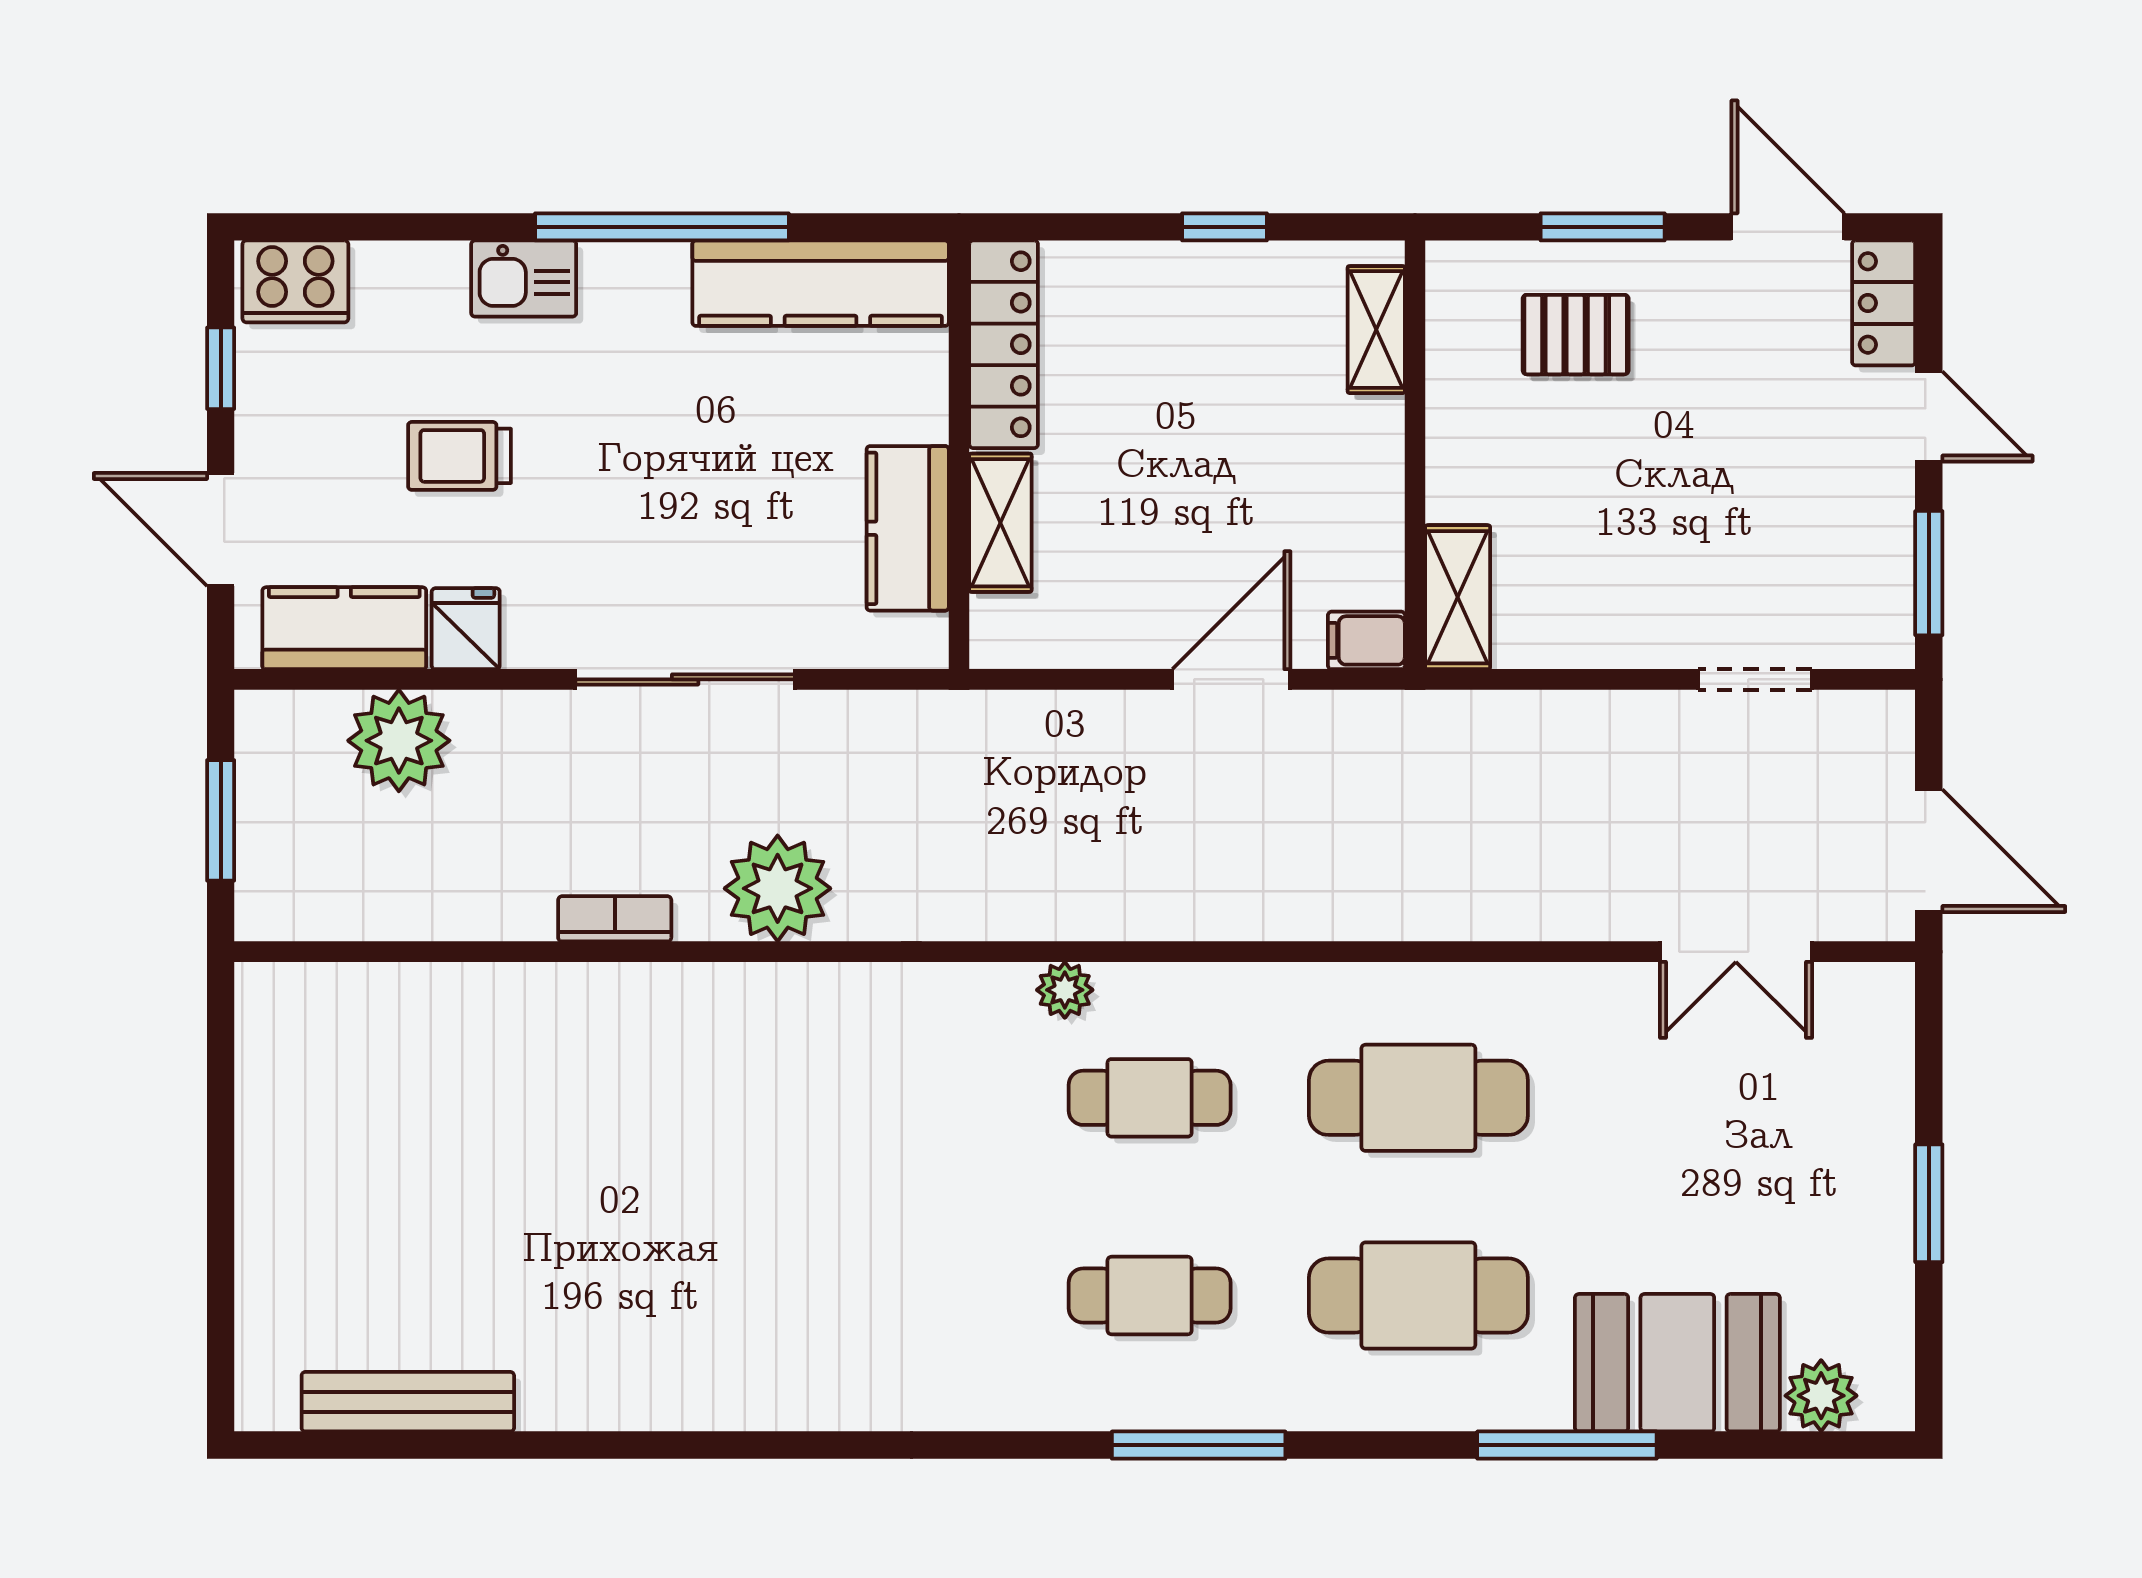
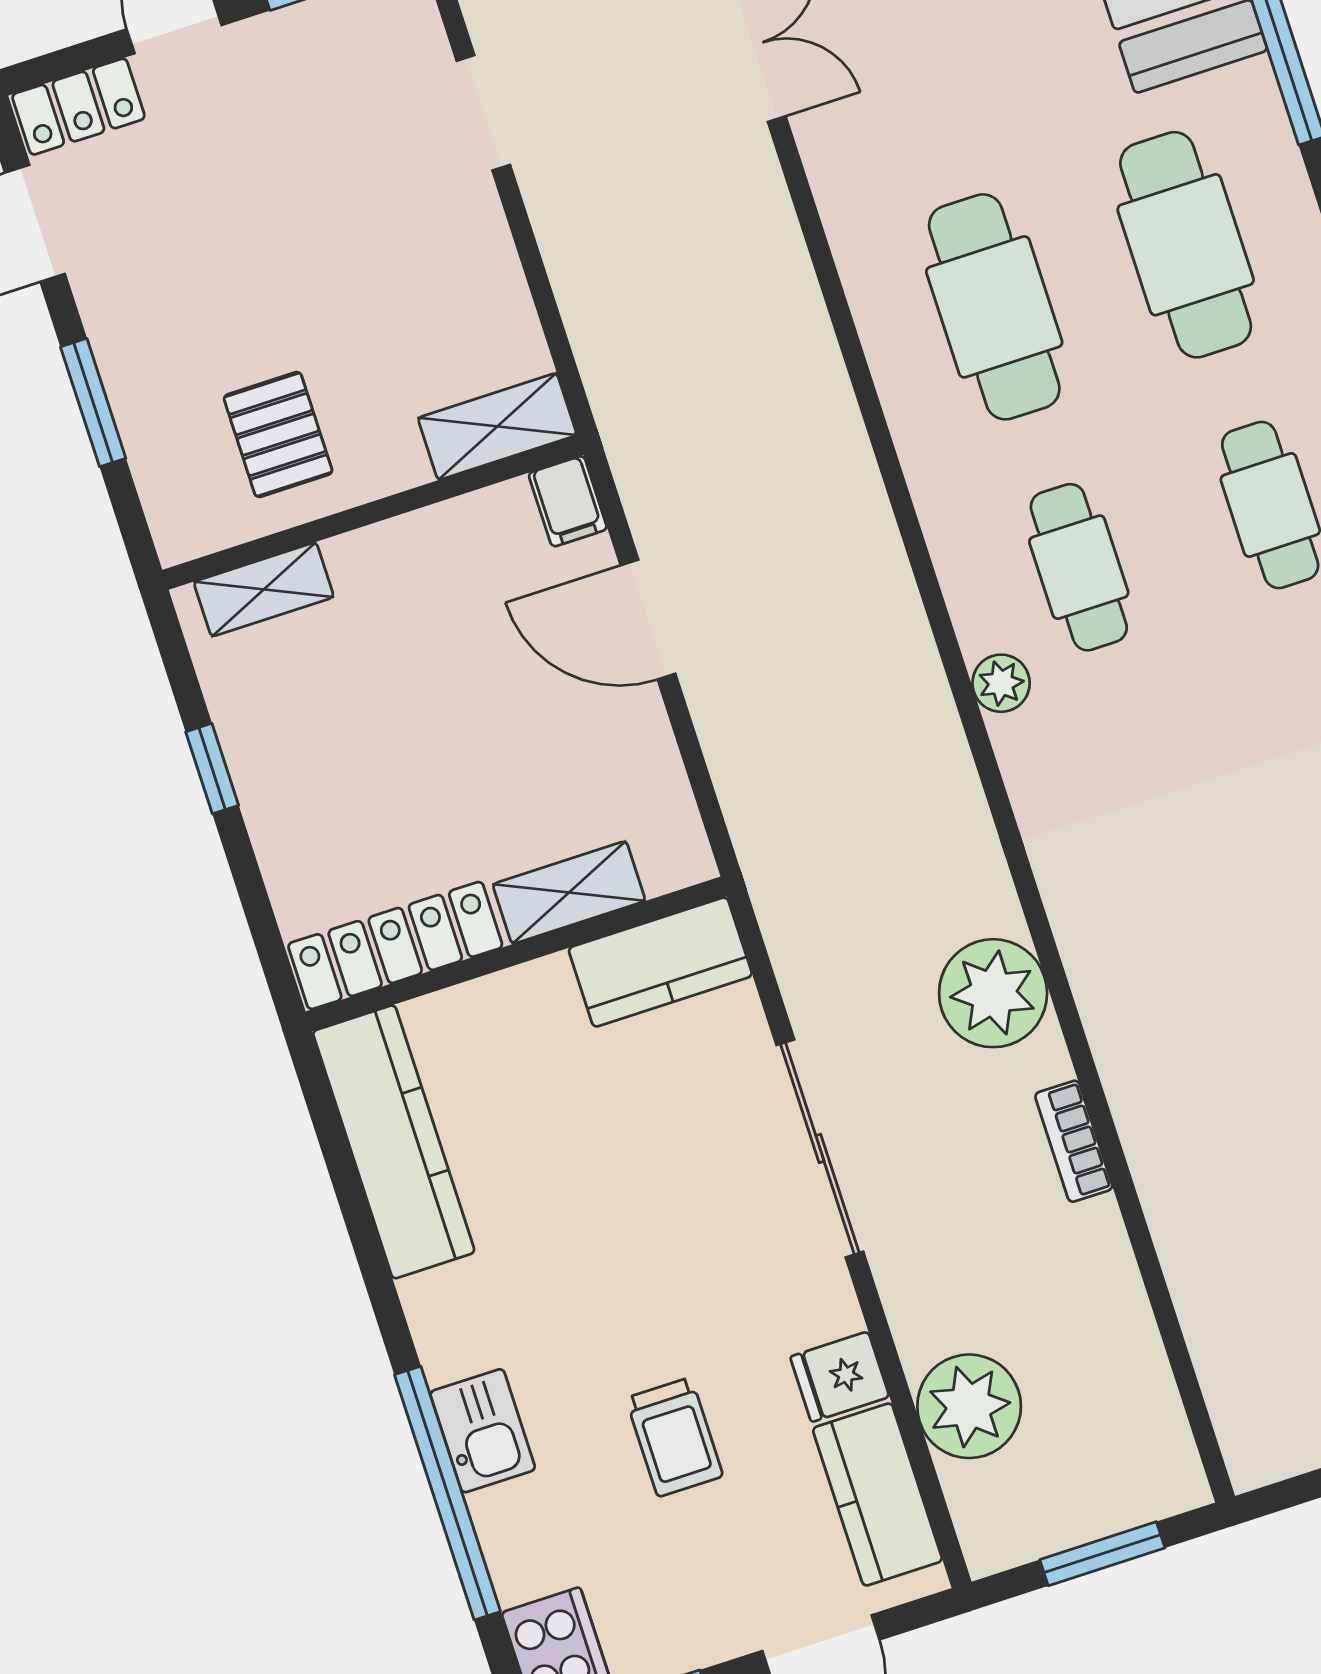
window: (662, 227) -> (448, 1493), moved
pallet: (1576, 335) -> (278, 435), moved
kitchen counter: (908, 528) -> (660, 962), moved

